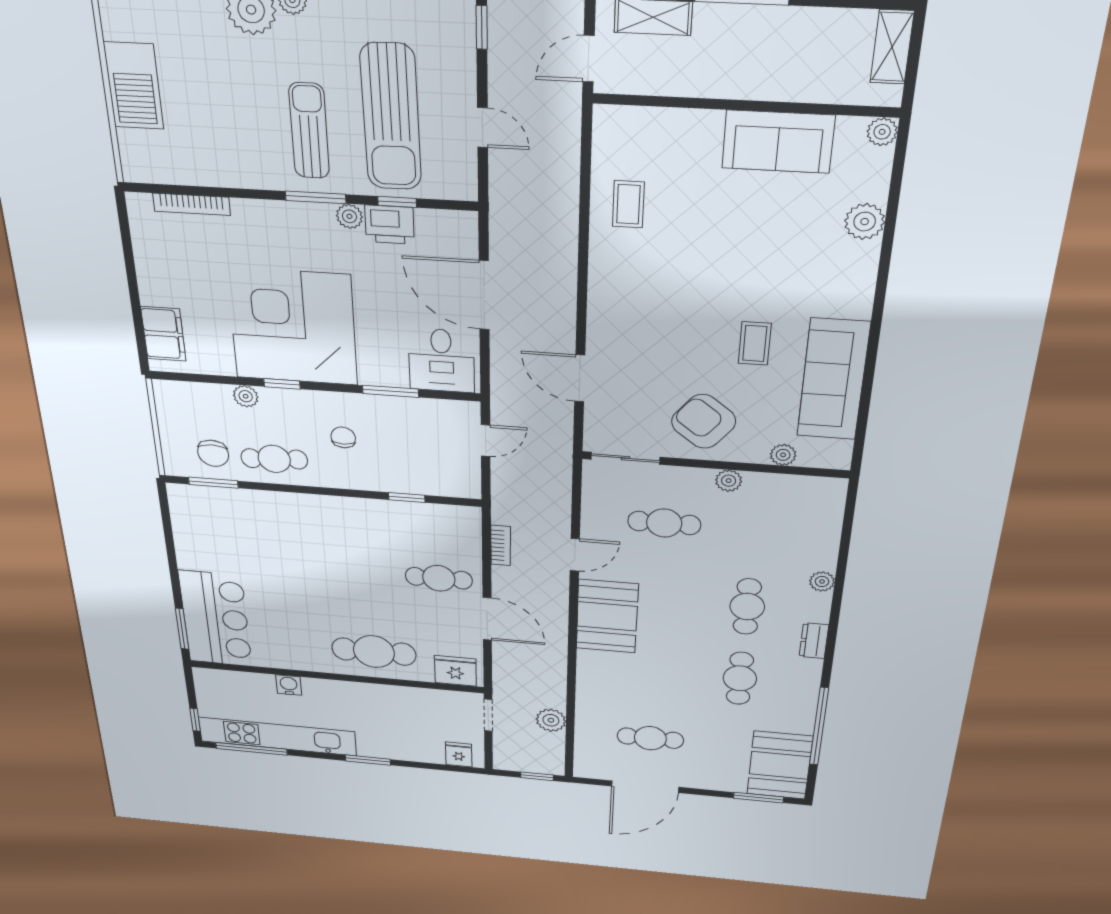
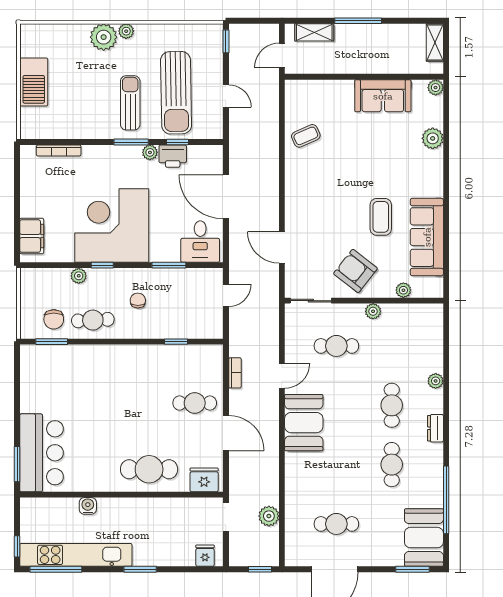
coffee table: (628, 204) -> (306, 136), turned 66
coffee table: (755, 343) -> (381, 217), width x1.36, depth x1.30

